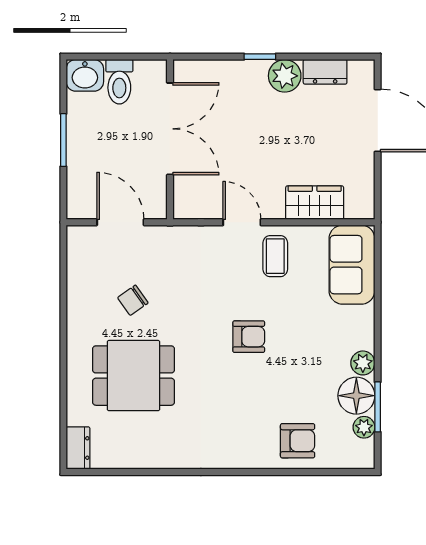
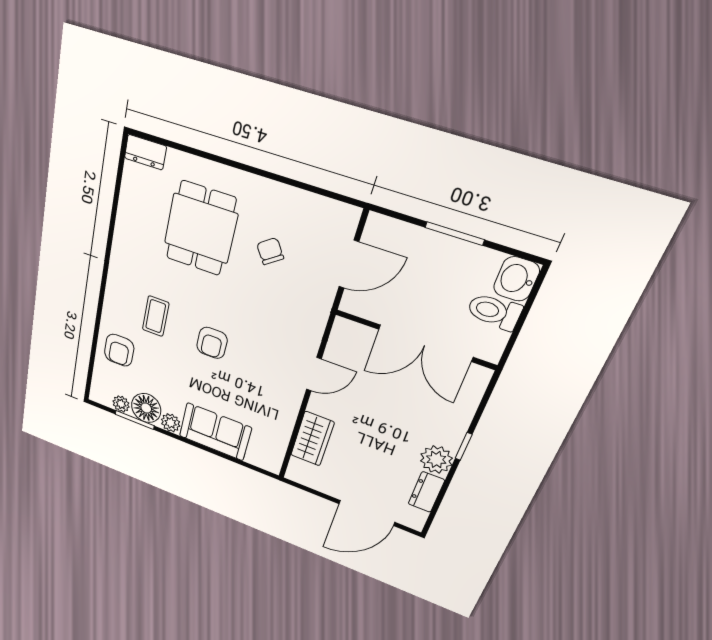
coffee table: (275, 256) -> (156, 316), moved, turned 90
sofa: (352, 265) -> (215, 432), moved

